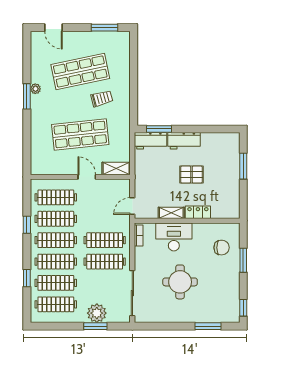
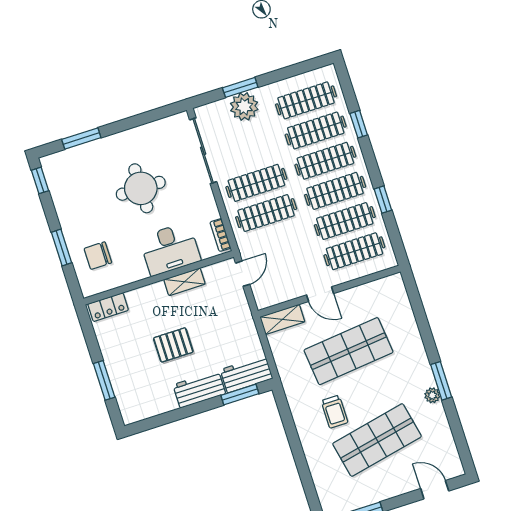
trolley: (102, 98) -> (334, 412), turned -75
locker: (198, 212) -> (108, 307), moved

